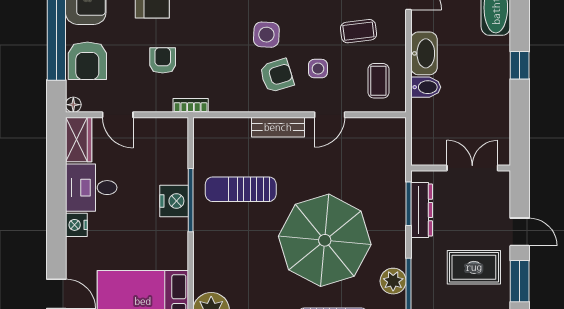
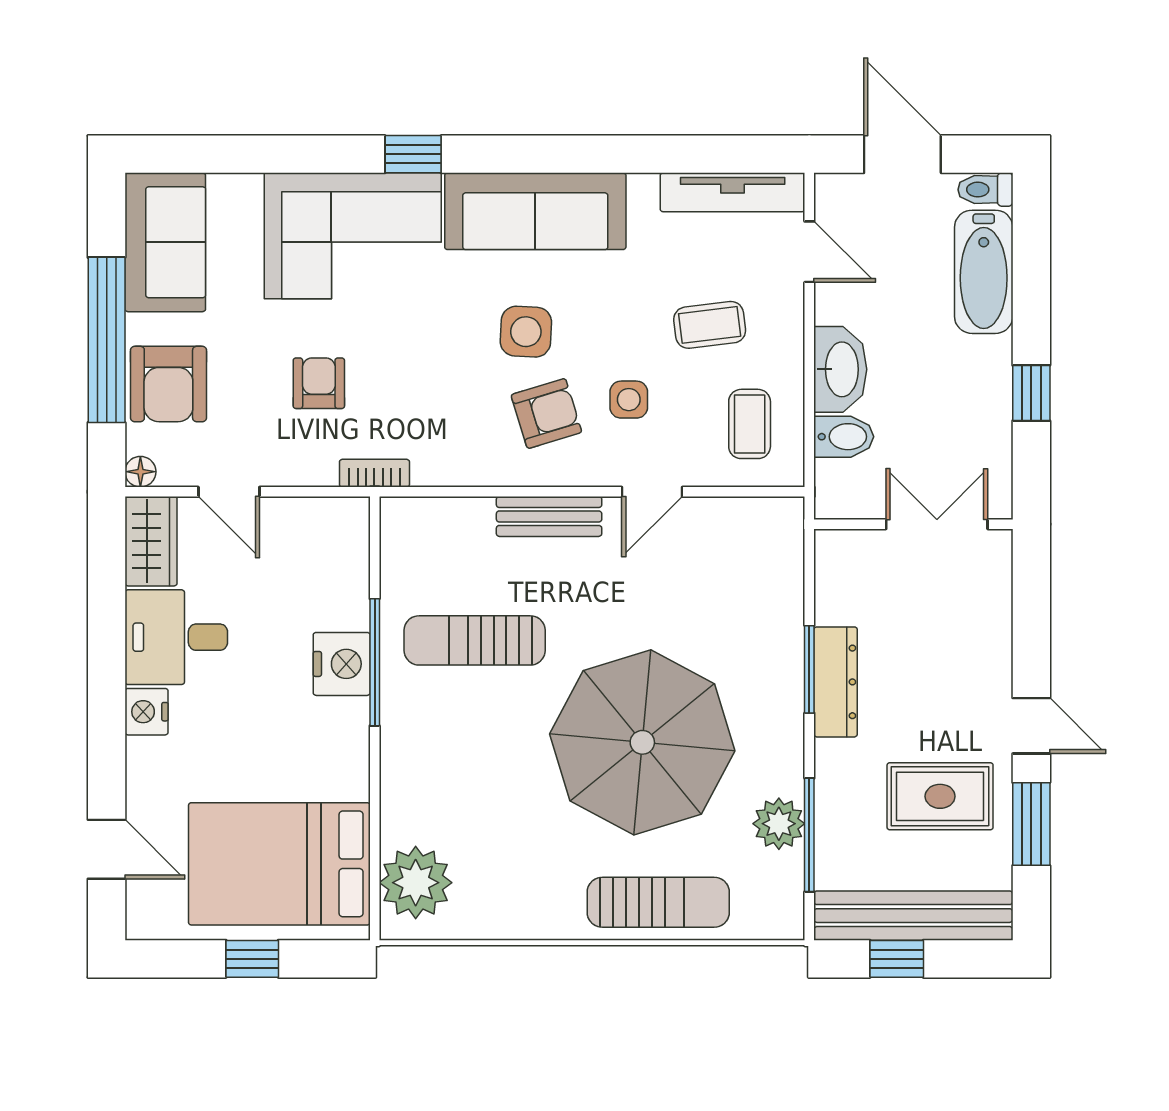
wall: (461, 168) -> (913, 524), moved
double door: (472, 168) -> (937, 524), moved

